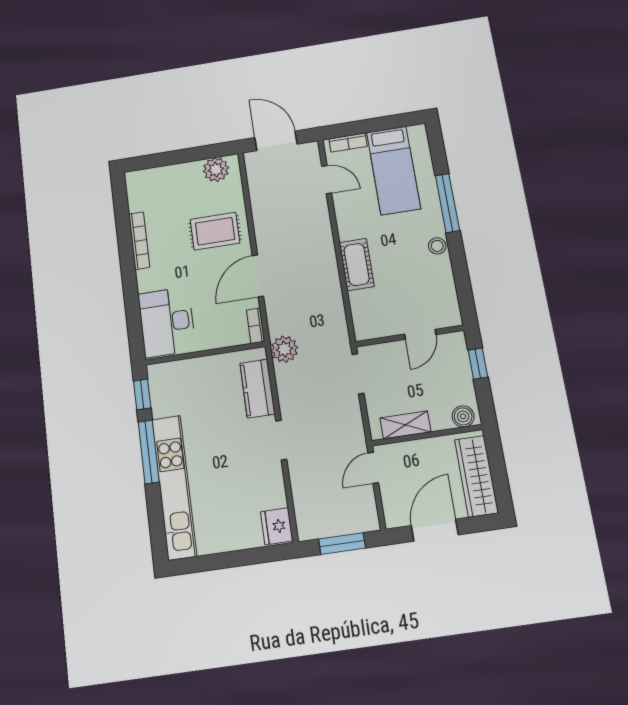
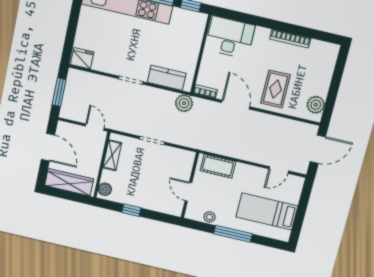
bookcase: (348, 143) -> (297, 192), removed
door: (420, 334) -> (188, 192), moved
wall: (410, 336) -> (190, 185), moved

